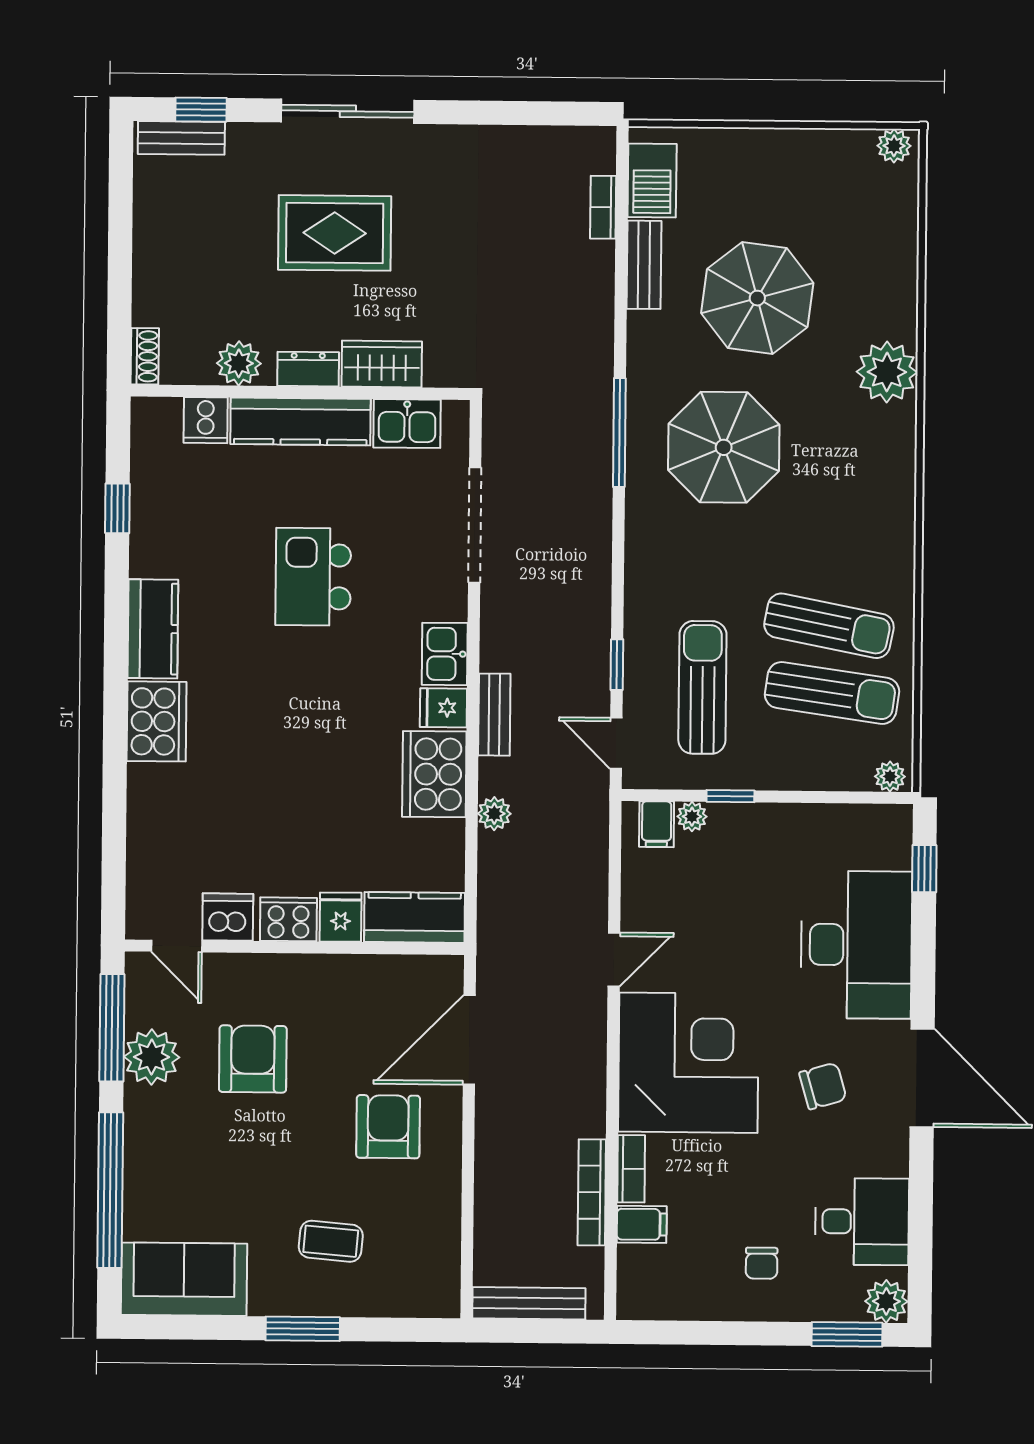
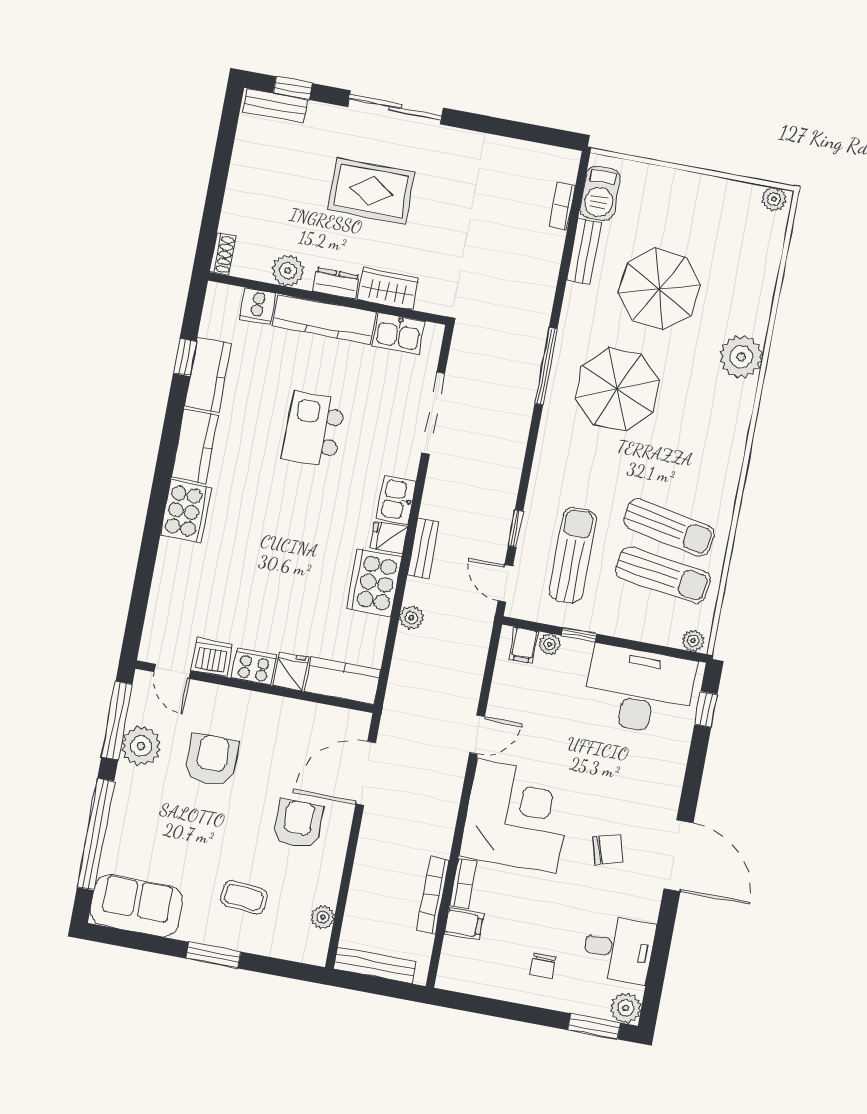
kitchen counter: (154, 527) -> (208, 375), added
desk: (856, 945) -> (639, 690), moved, turned -90
plant: (445, 1249) -> (323, 917), added

